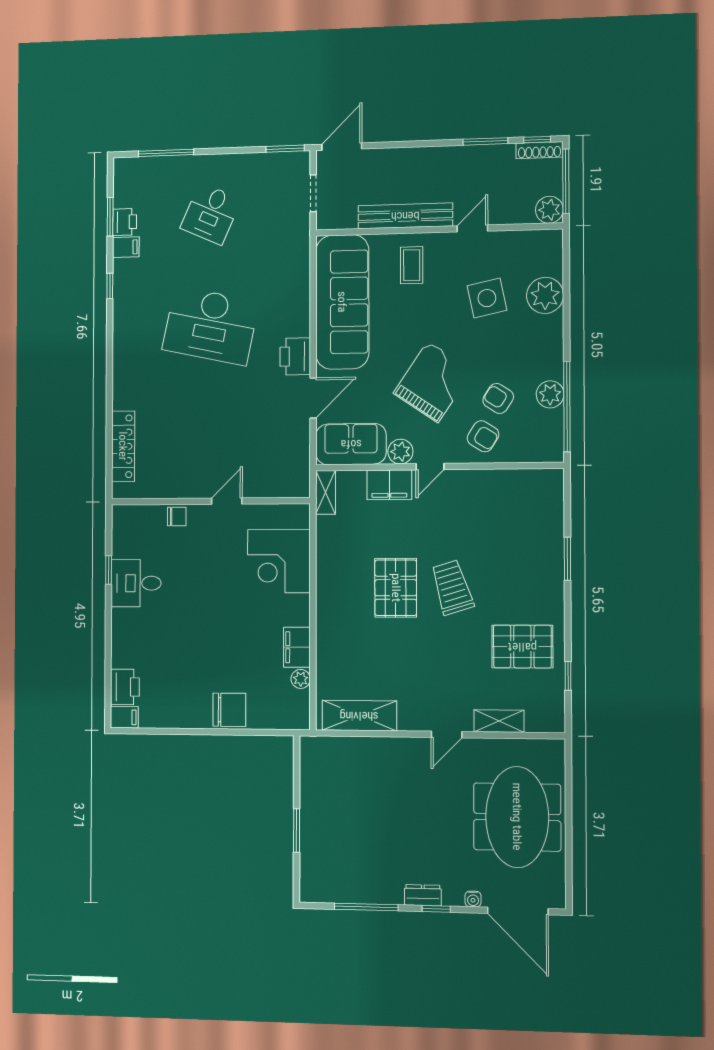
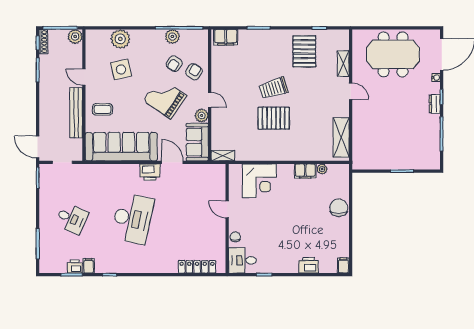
filing cabinet: (389, 485) -> (226, 37), moved, turned 90
desk: (136, 583) -> (242, 260), moved, turned 90
printer: (125, 687) -> (309, 265), moved

